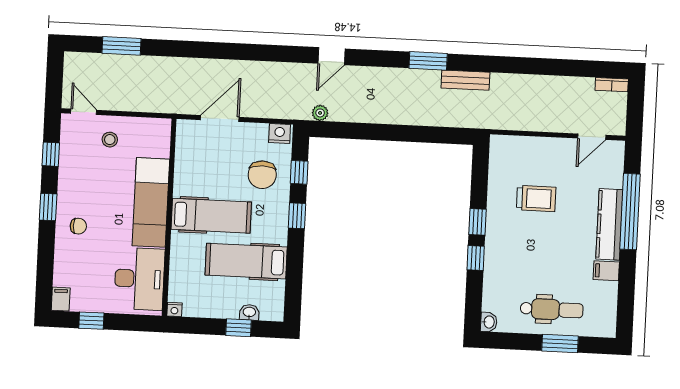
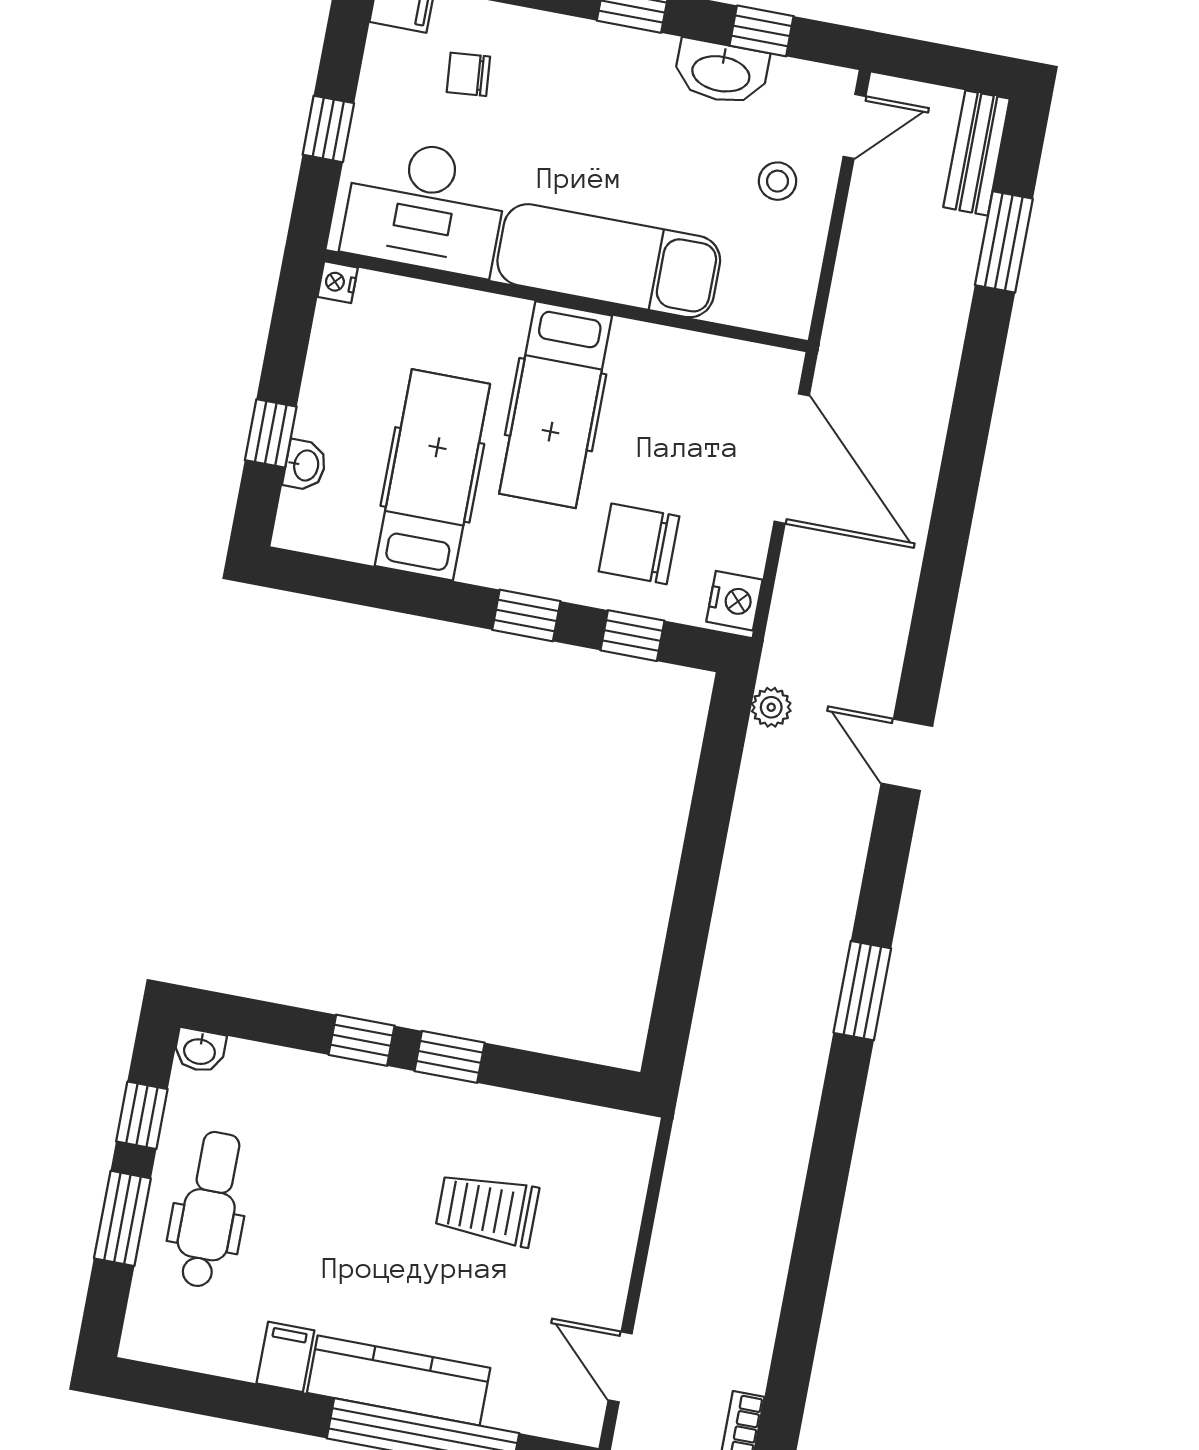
bench: (465, 80) -> (977, 153), moved
door: (220, 118) -> (792, 459), width x1.36
washbasin: (69, 168) -> (721, 72), added
trolley: (536, 198) -> (487, 1209), turned 90
chair: (78, 226) -> (468, 74), moved, turned 85
dental chair: (552, 309) -> (209, 1210), turned 180
window: (91, 321) -> (328, 129), moved
window: (518, 341) -> (142, 1115), added

